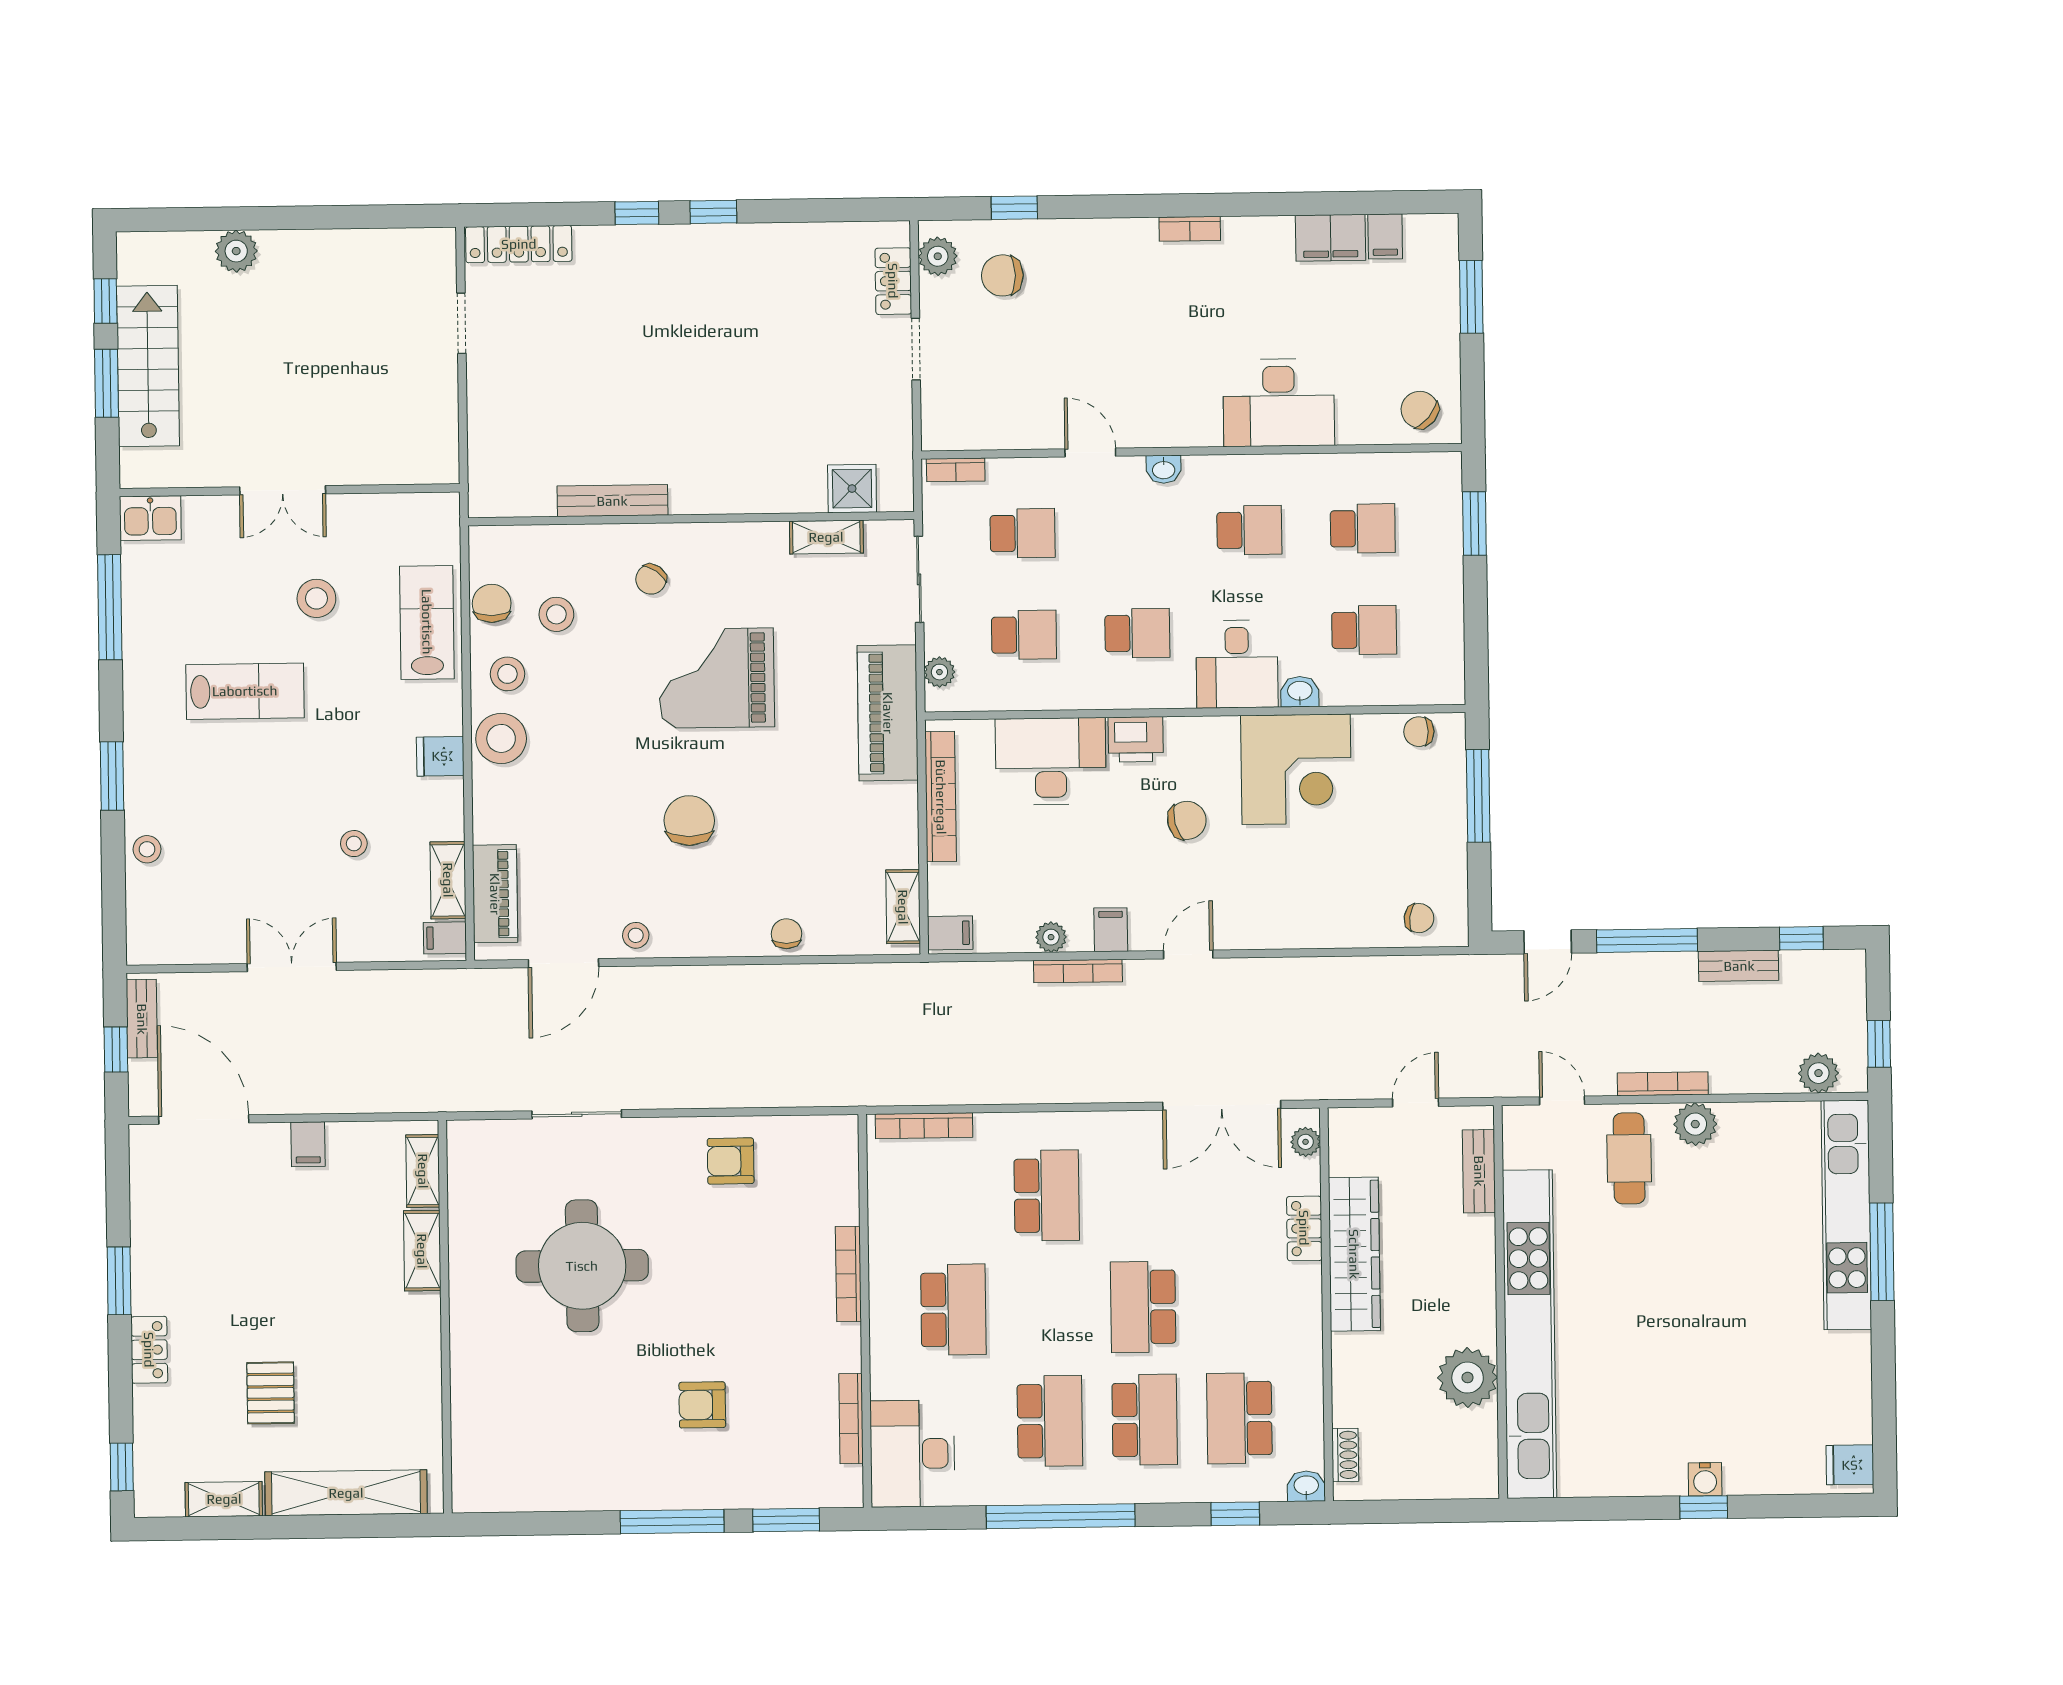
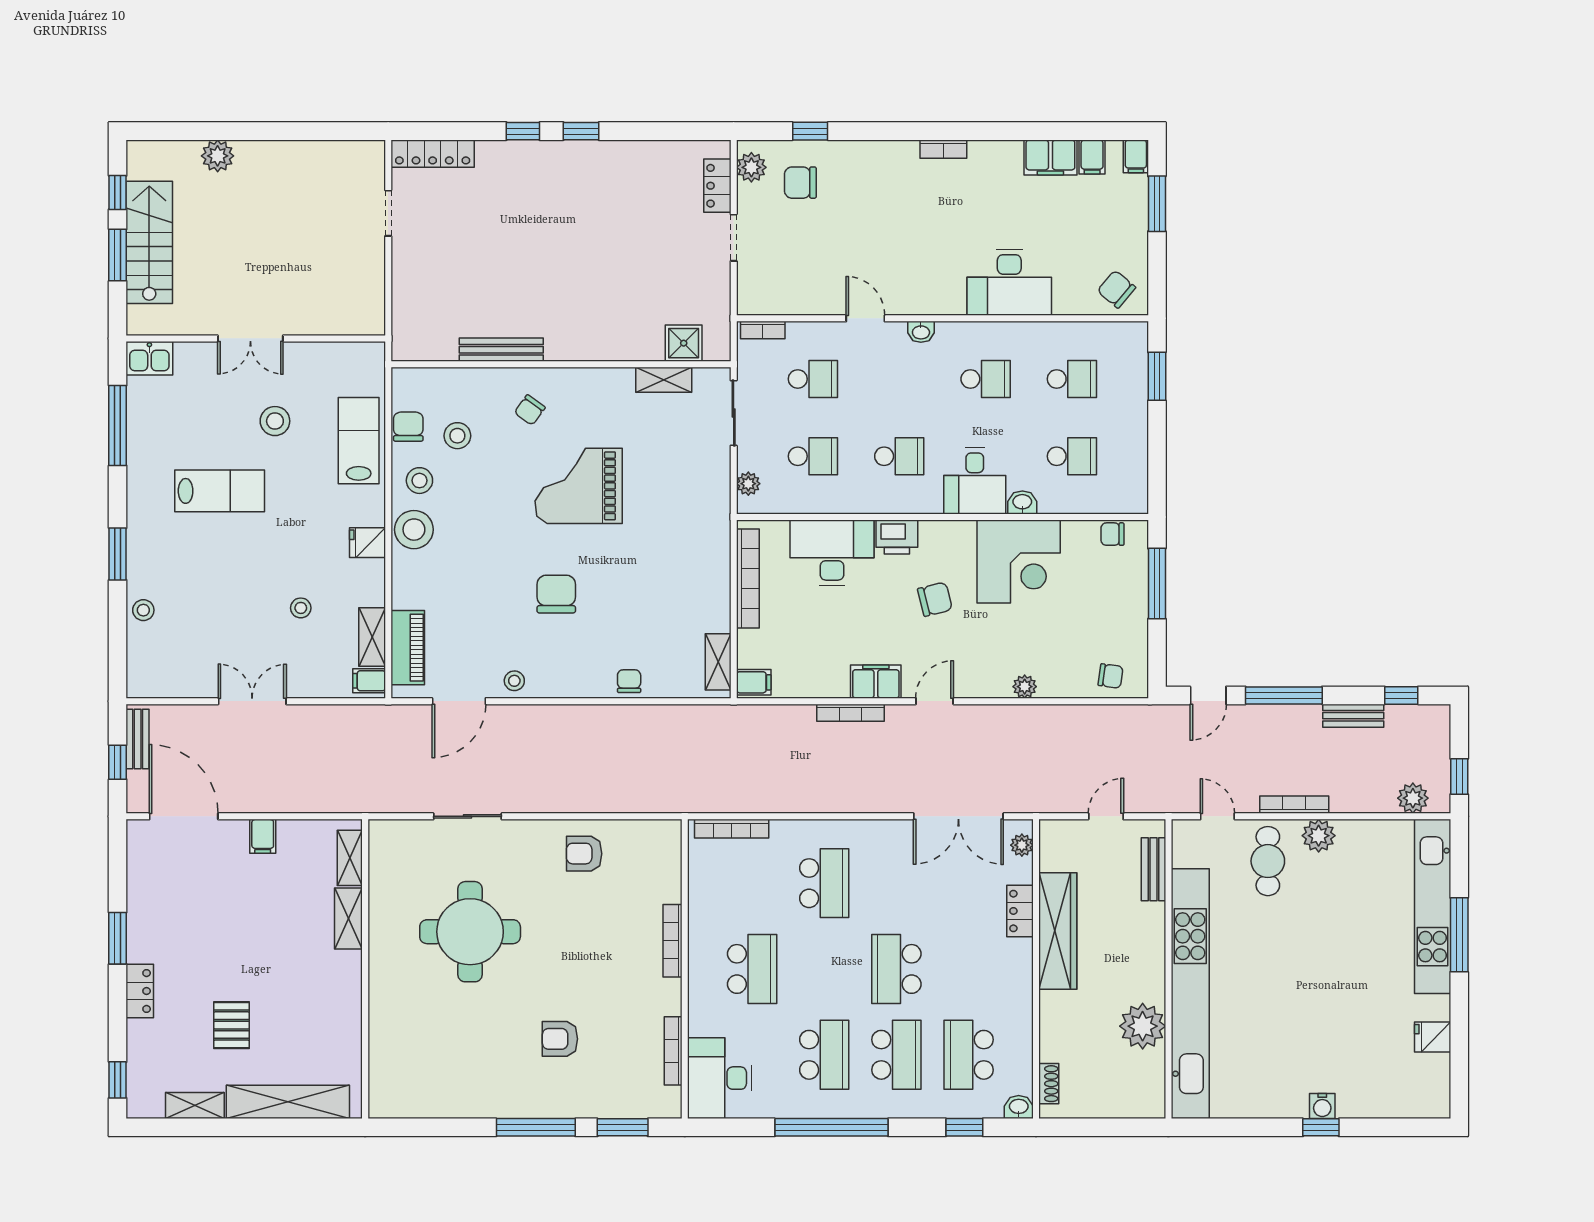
filing cabinet: (1443, 235) -> (1136, 156), added
piano: (888, 713) -> (708, 514), removed
filing cabinet: (1111, 930) -> (876, 682), width x2.00
plant: (1051, 937) -> (1025, 687), moved
fridge: (1850, 1465) -> (1433, 1037), moved

